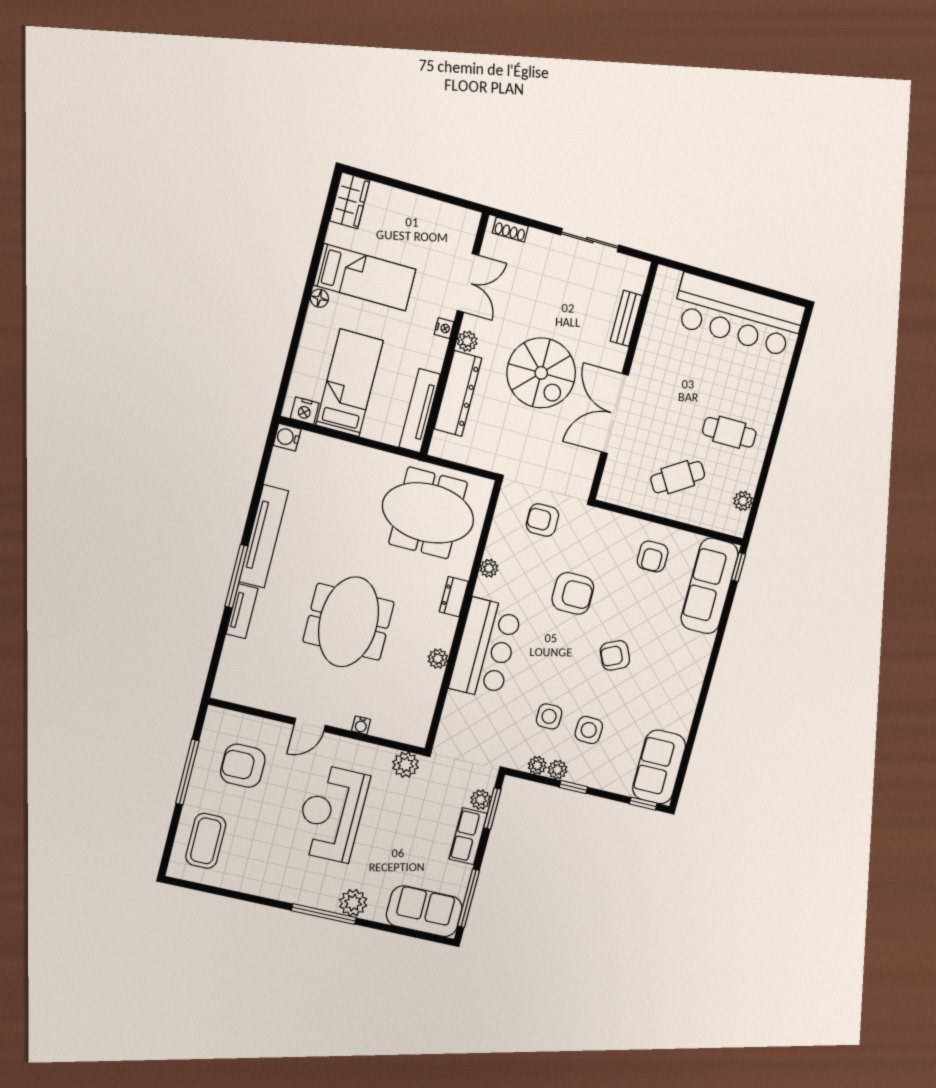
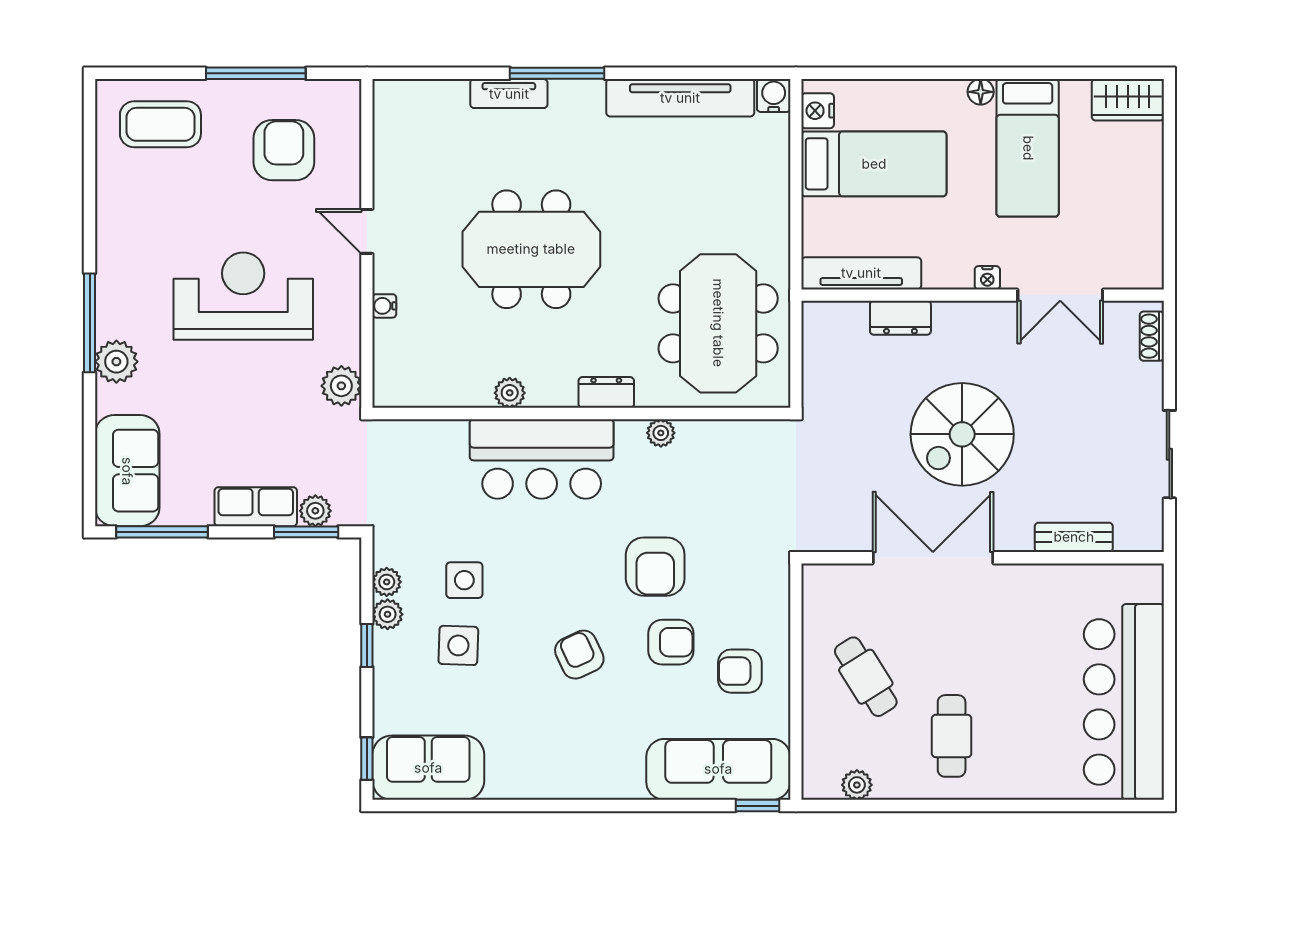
plant: (467, 341) -> (978, 316), removed
dresser: (458, 393) -> (900, 318), width x0.51, depth x0.80
armchair: (542, 520) -> (671, 642), moved, turned 90
tv unit: (264, 536) -> (680, 98), moved

